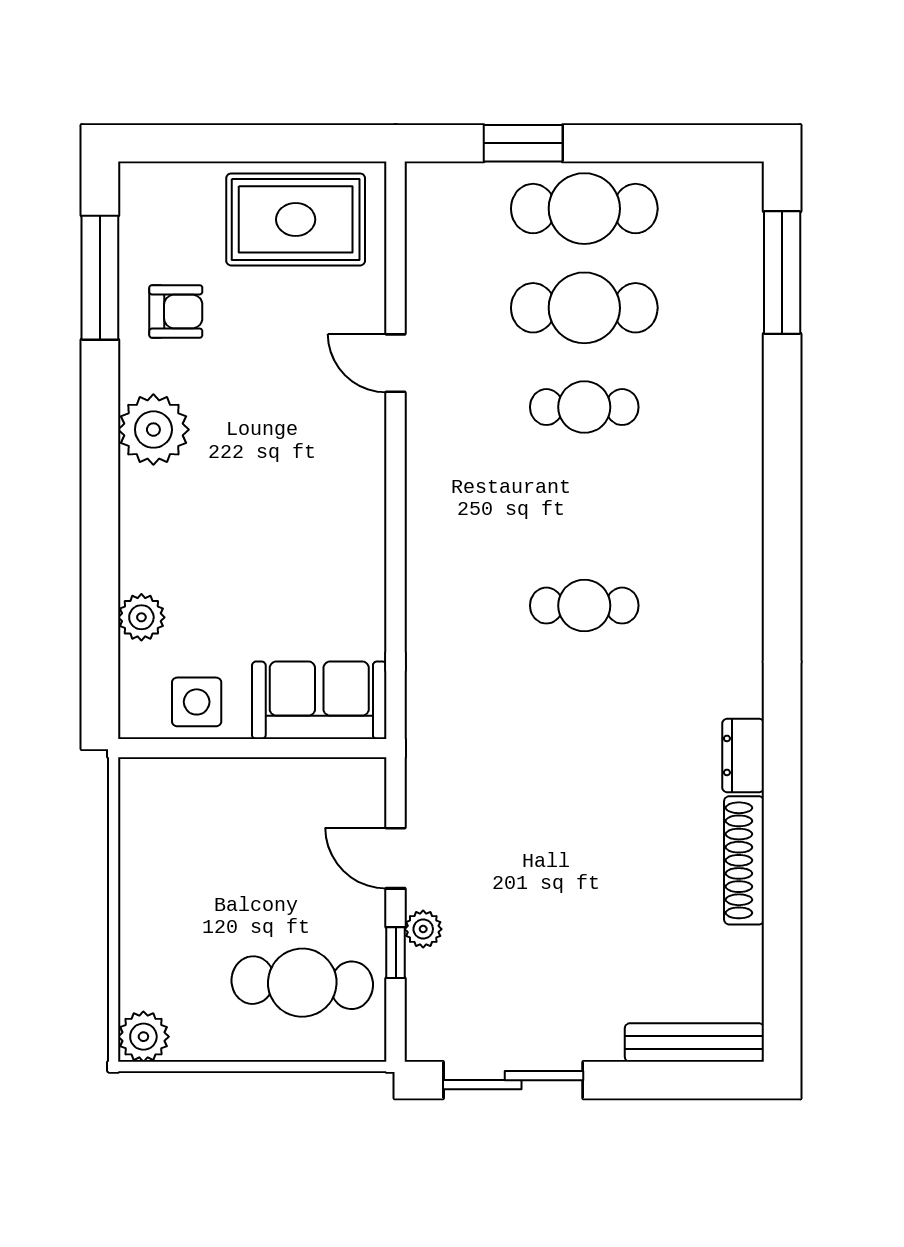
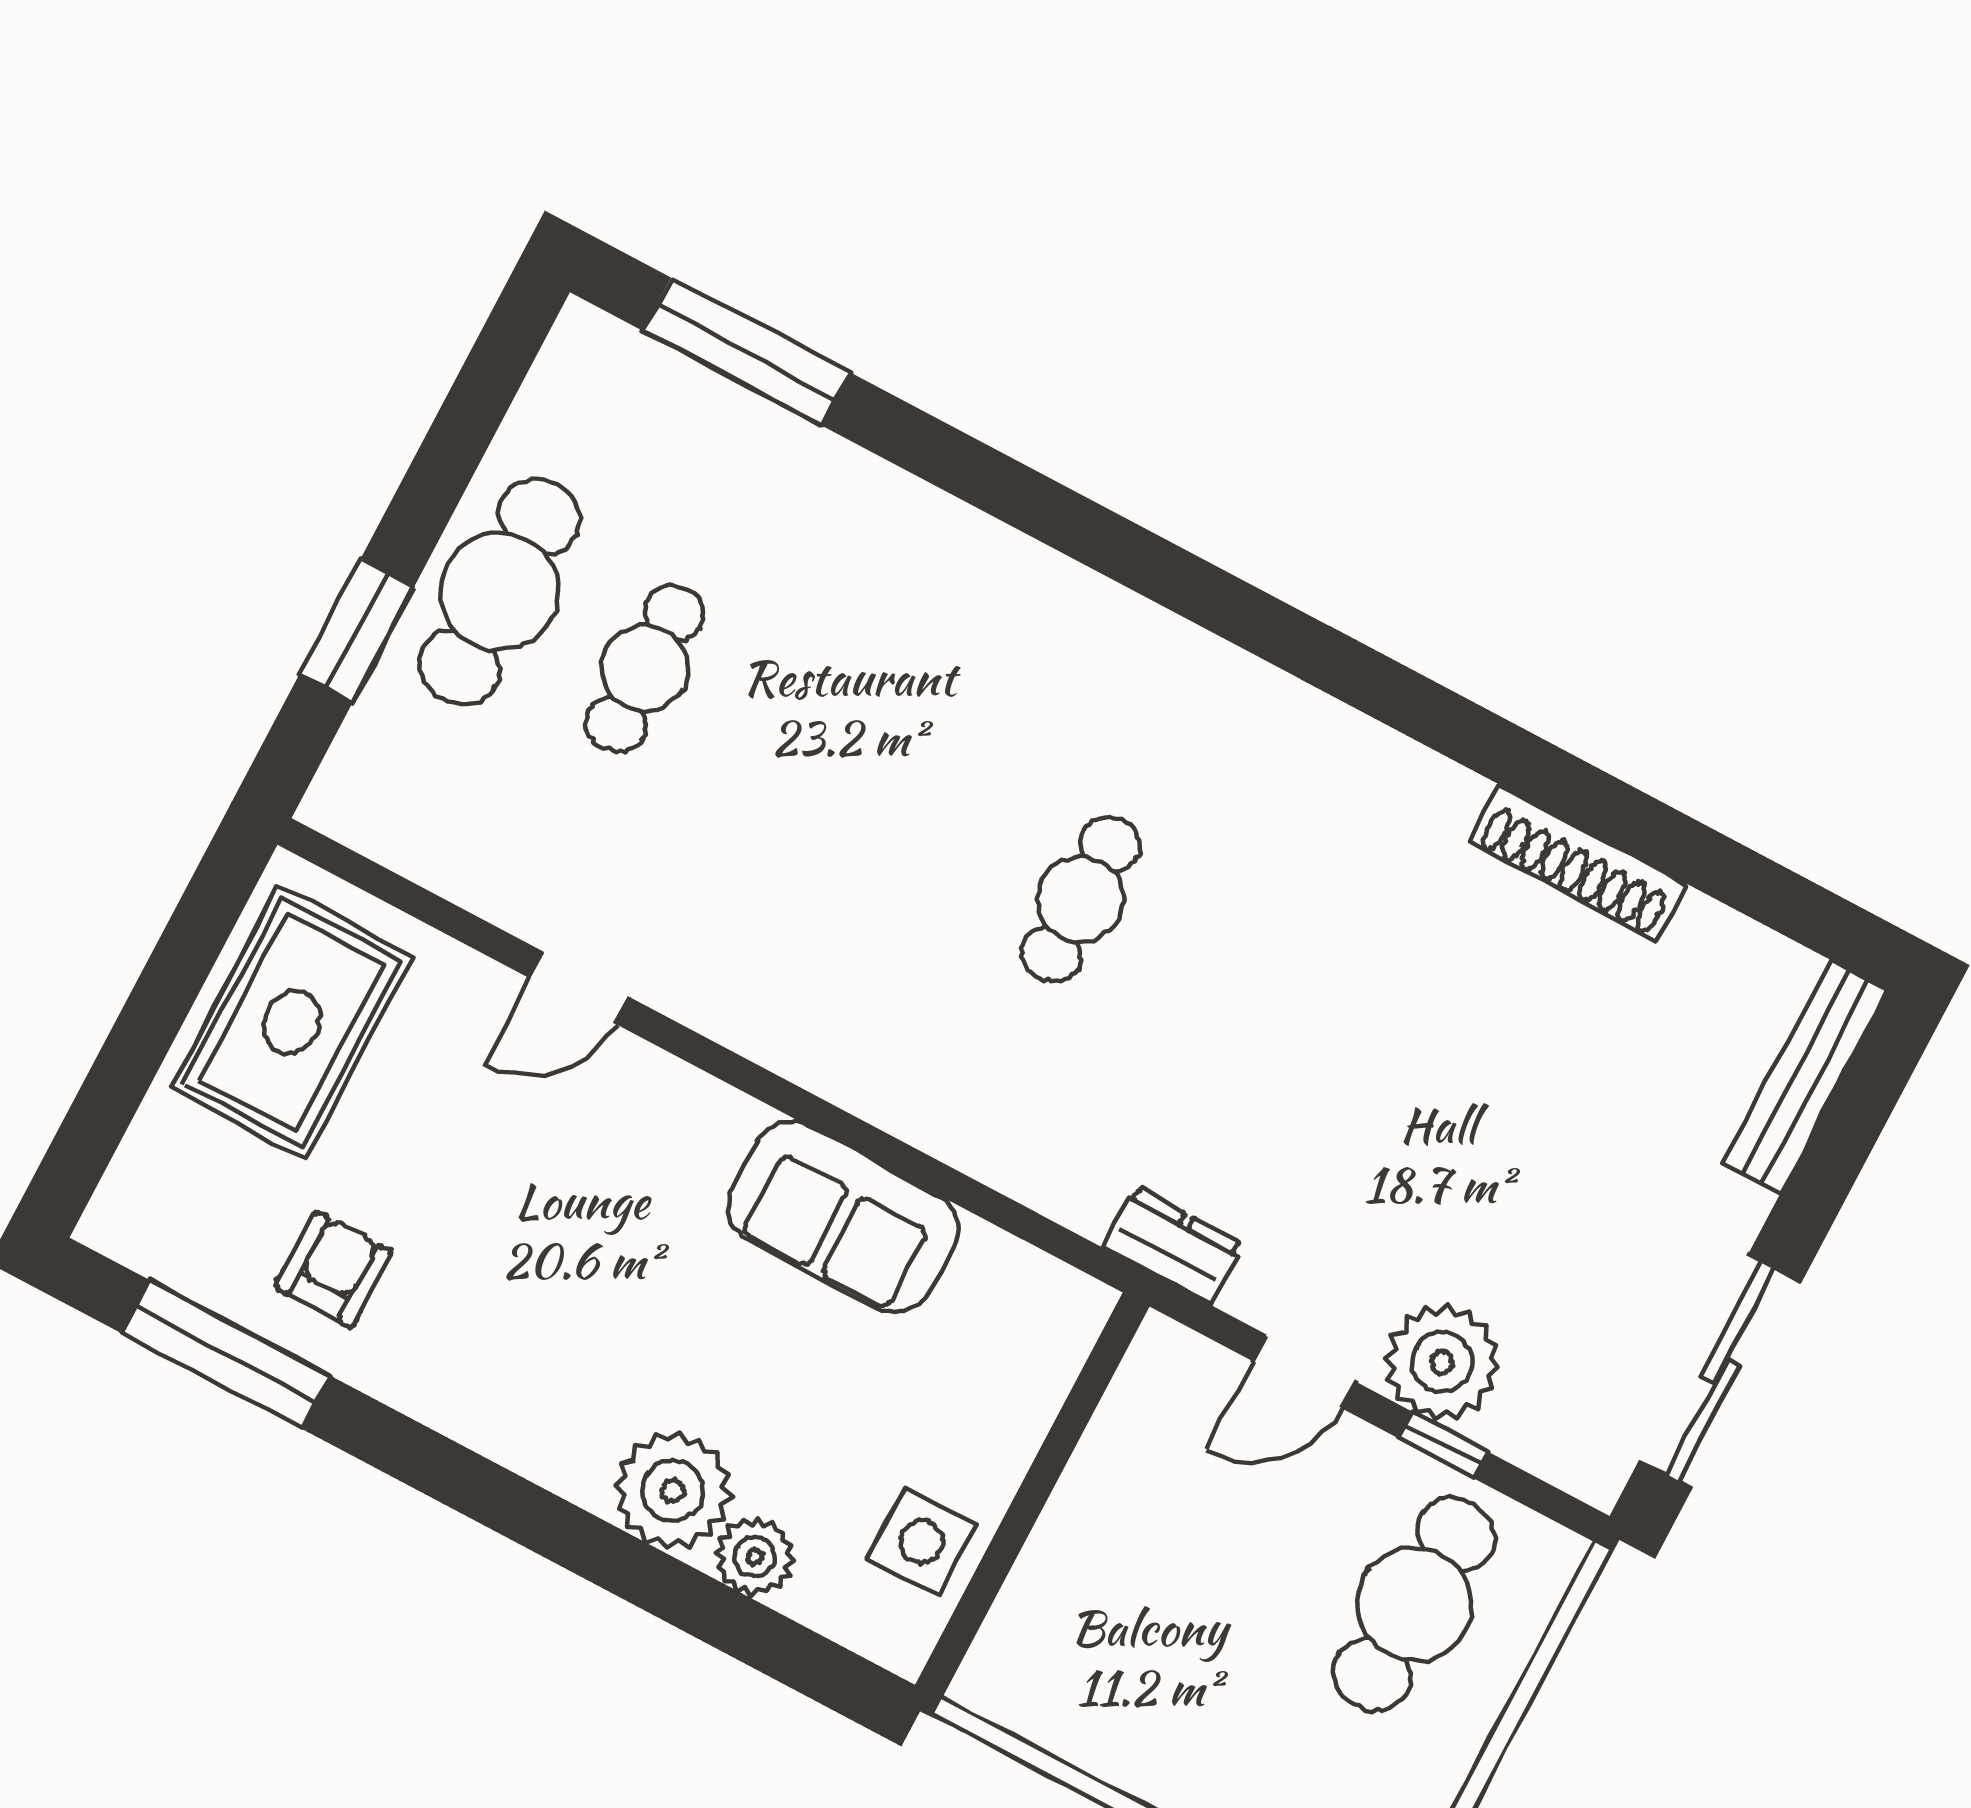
cafe table: (584, 308) -> (645, 669), width x0.73, depth x0.74
cafe table: (584, 407) -> (790, 745), removed
plant: (153, 430) -> (673, 1491), moved
sofa: (319, 700) -> (843, 1217), moved, turned -90
dresser: (743, 755) -> (1173, 1246), moved, turned 180
plant: (423, 929) -> (1442, 1362), width x1.88, depth x1.88

